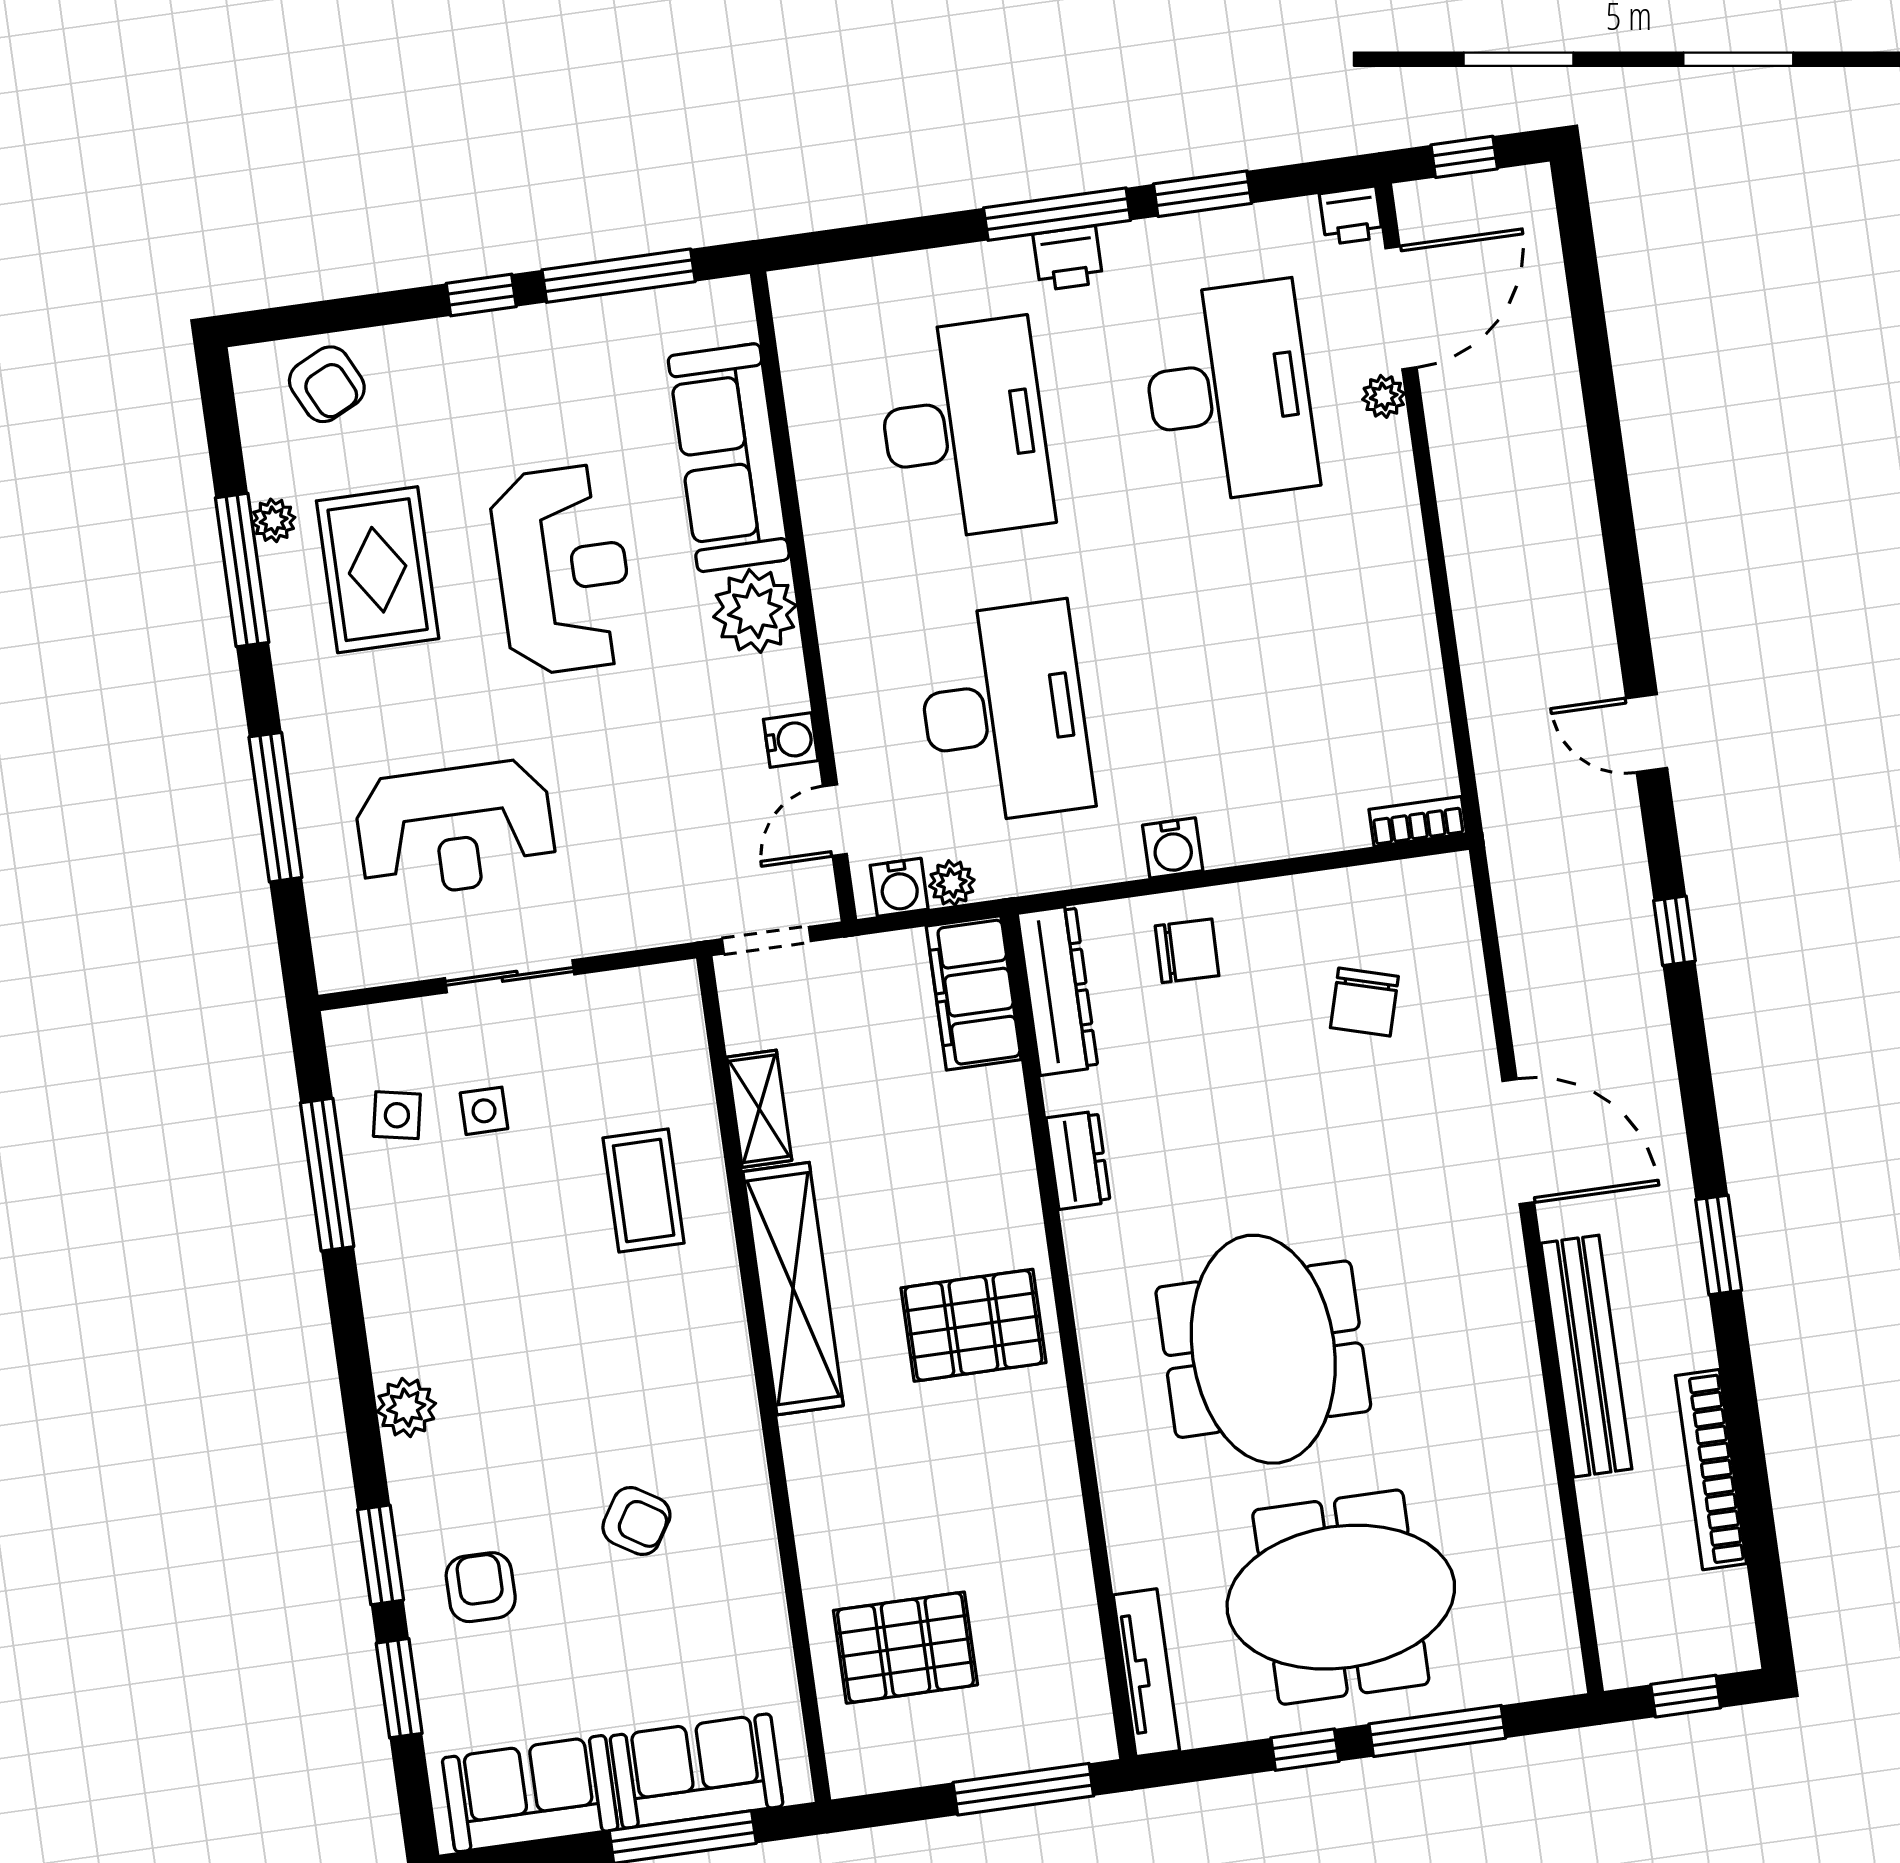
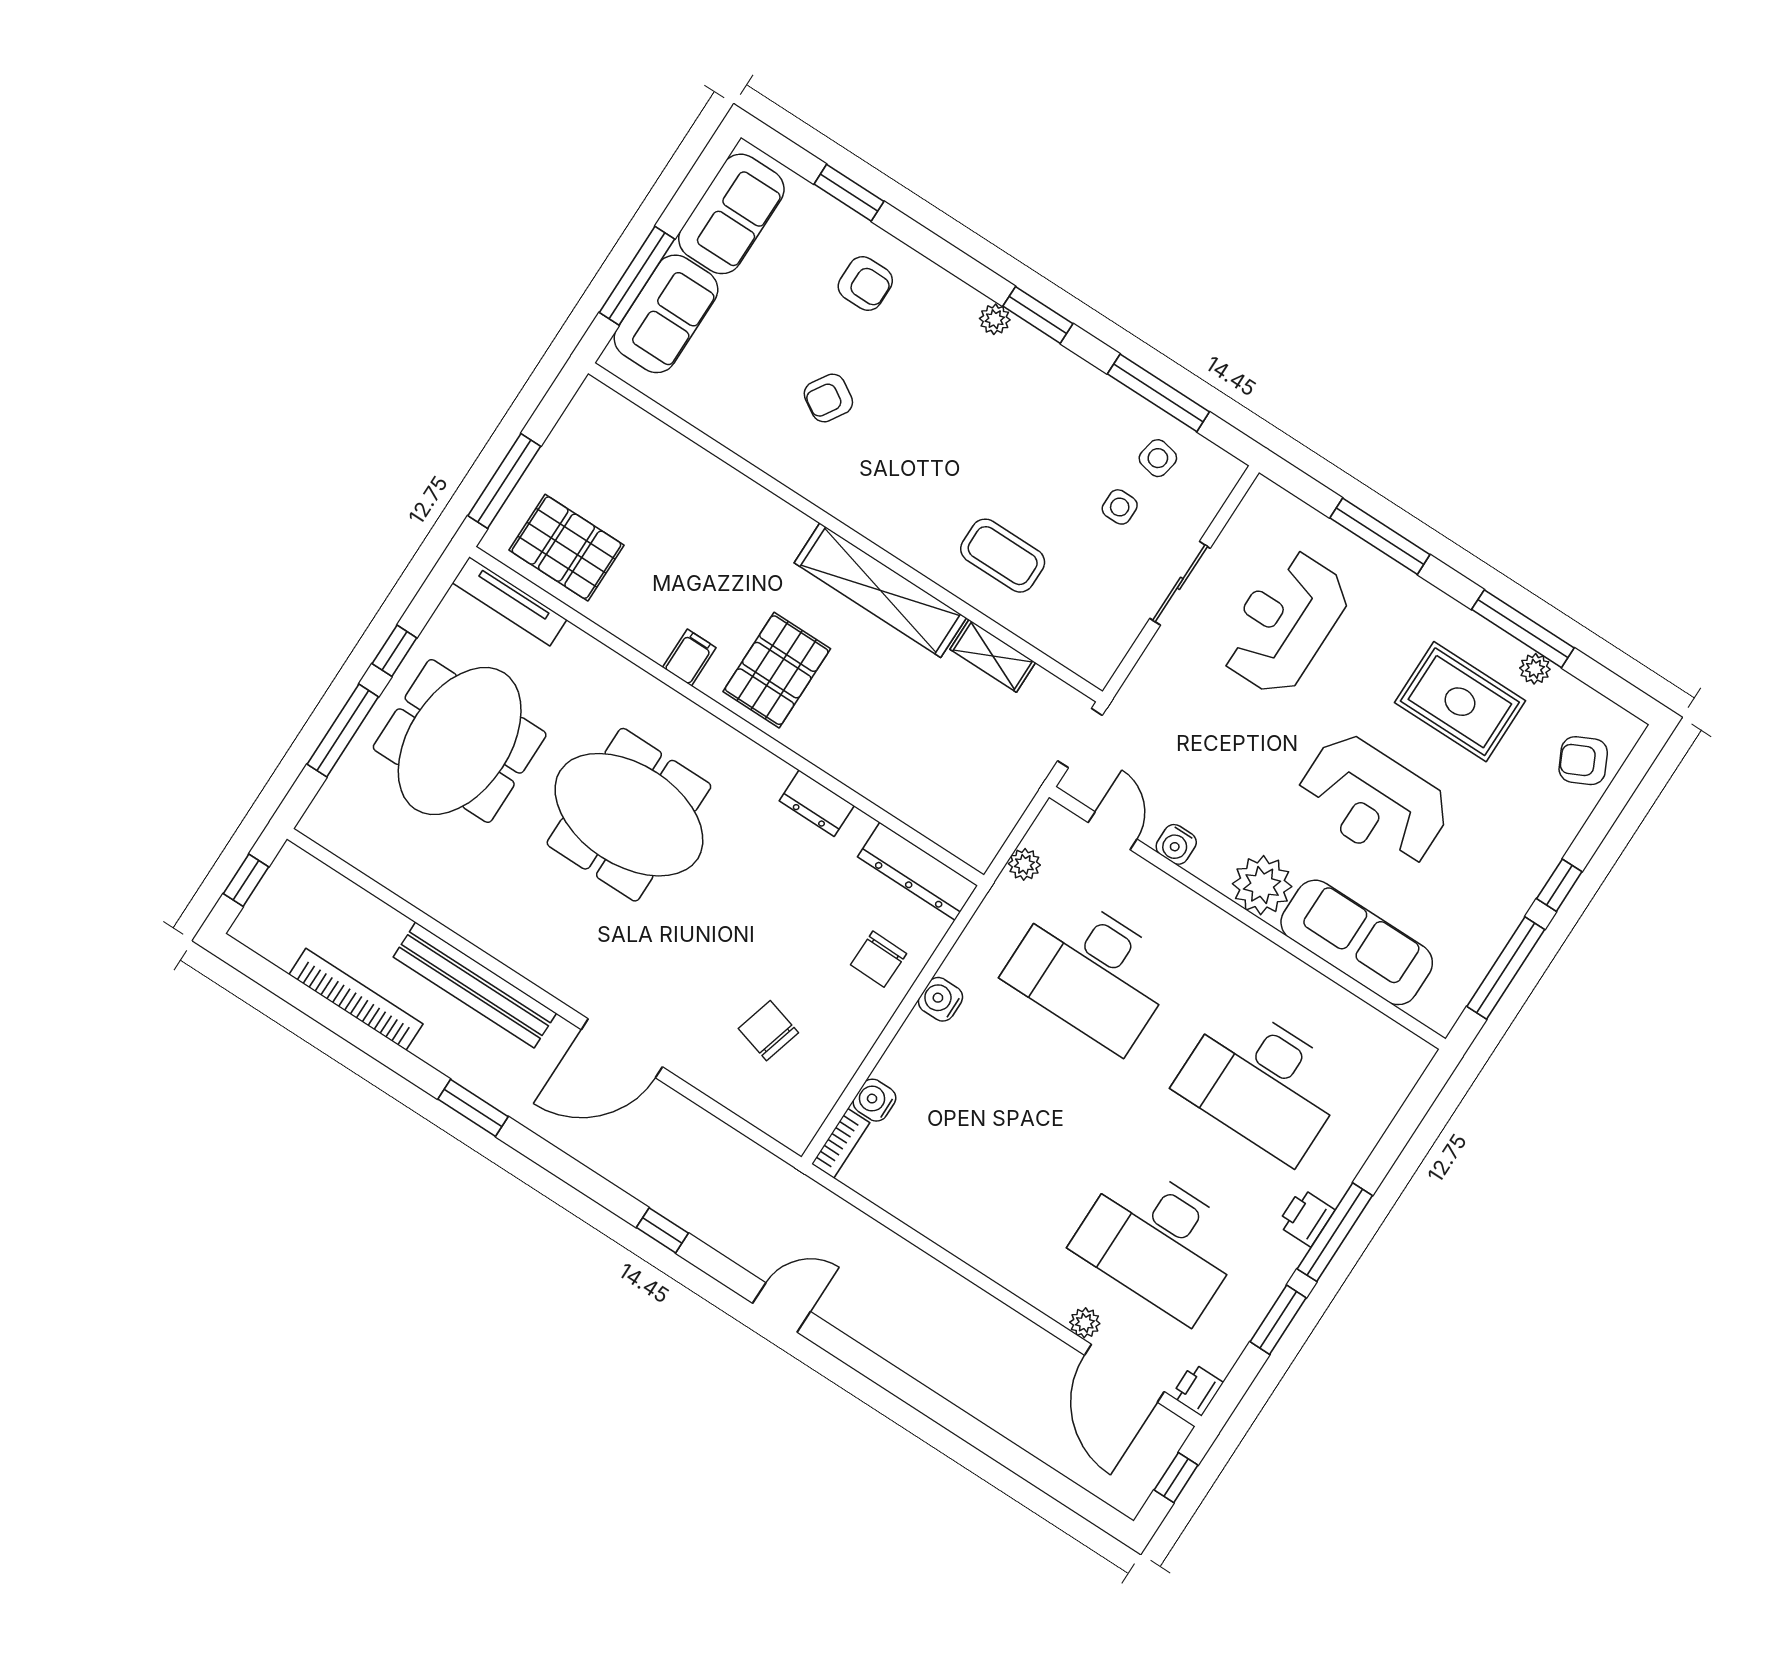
water cooler: (899, 887) -> (874, 1100), moved
filing cabinet: (974, 993) -> (689, 658), moved, width x0.33, depth x0.86
plant: (406, 1407) -> (995, 319), width x0.73, depth x0.73
window: (380, 1555) -> (1038, 315), moved
pallet: (905, 1648) -> (566, 548), moved, turned 90

